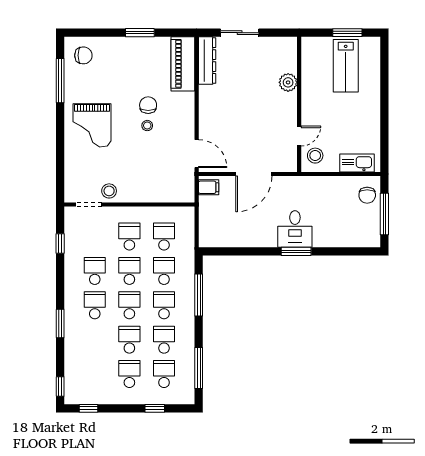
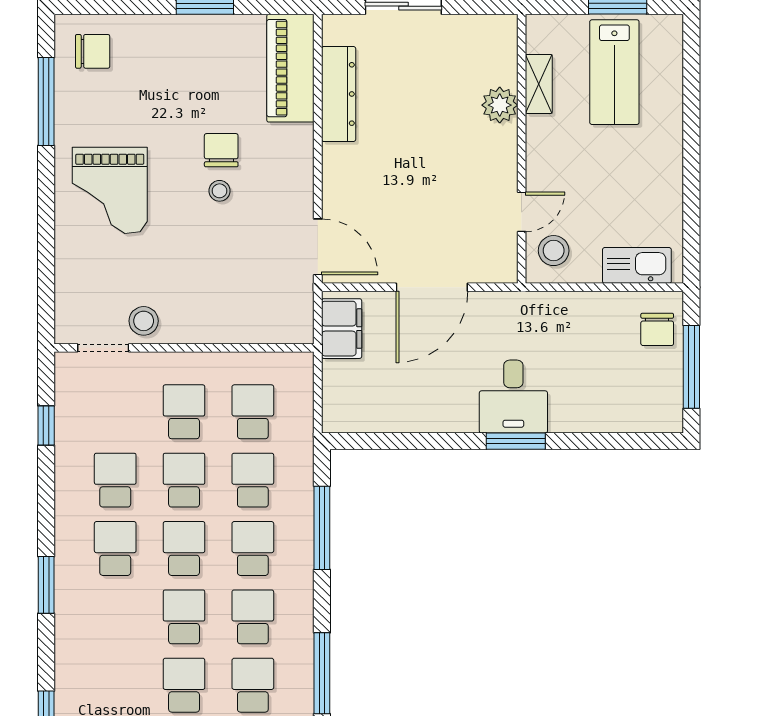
dresser: (207, 61) -> (339, 94), moved
shelving: (308, 72) -> (539, 84), added
filing cabinet: (209, 187) -> (342, 329), width x2.00

